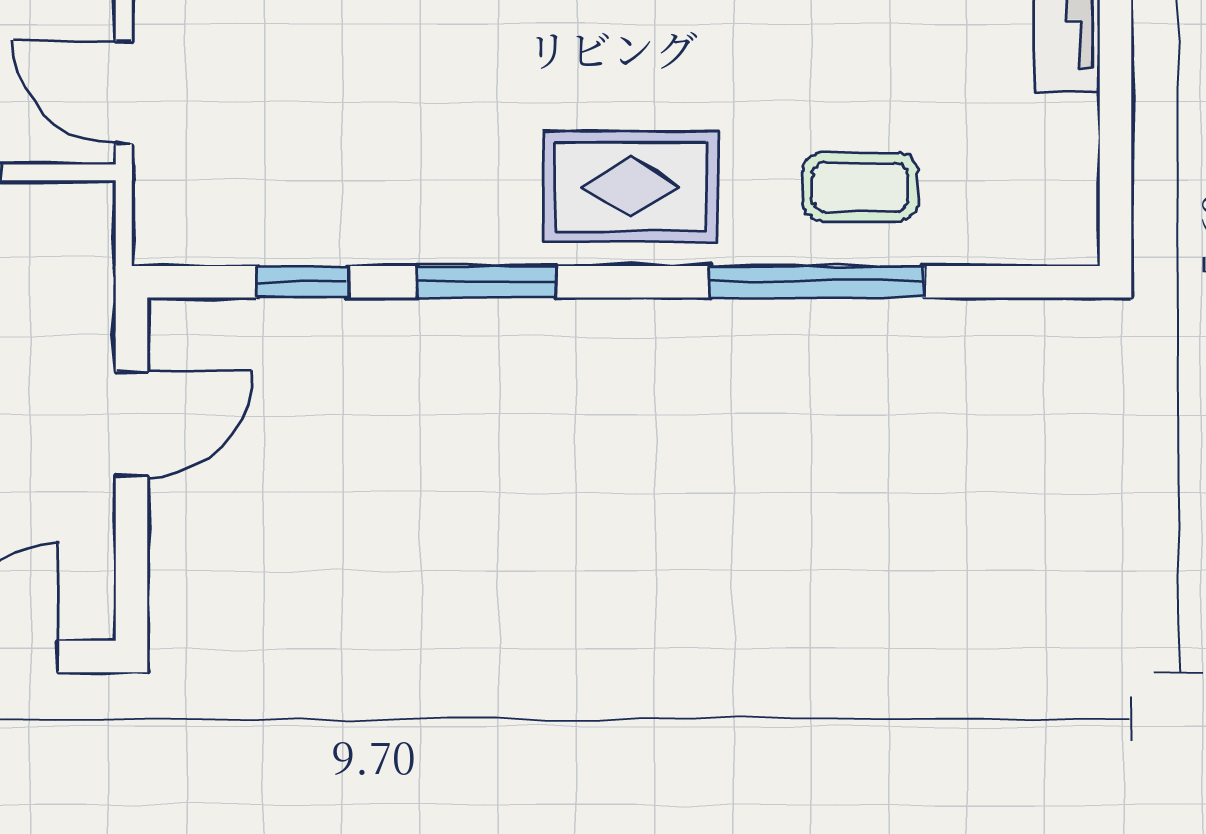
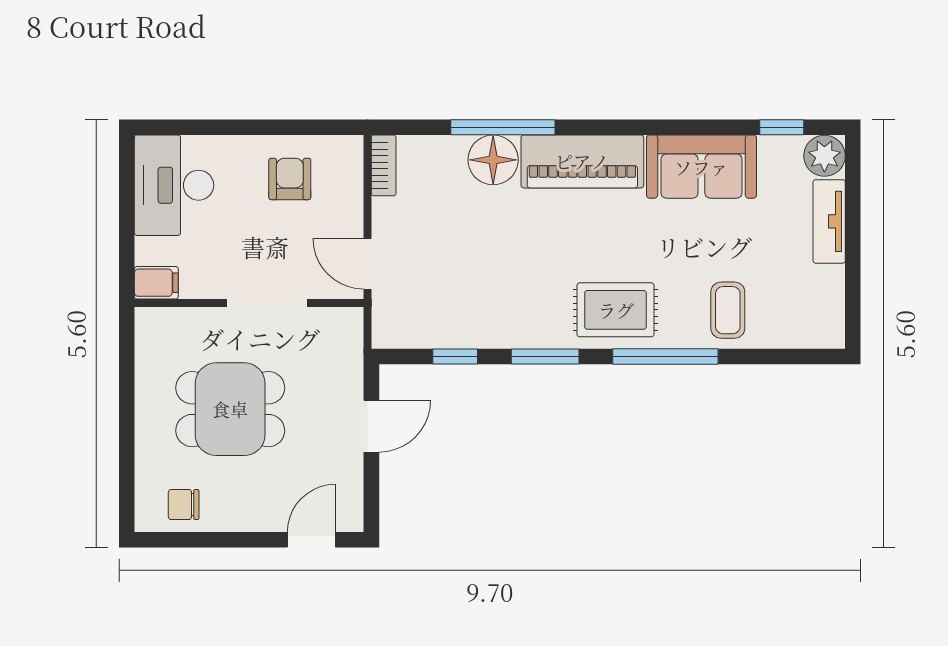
coffee table: (860, 187) -> (728, 310), turned 90
window: (817, 282) -> (665, 356), moved

